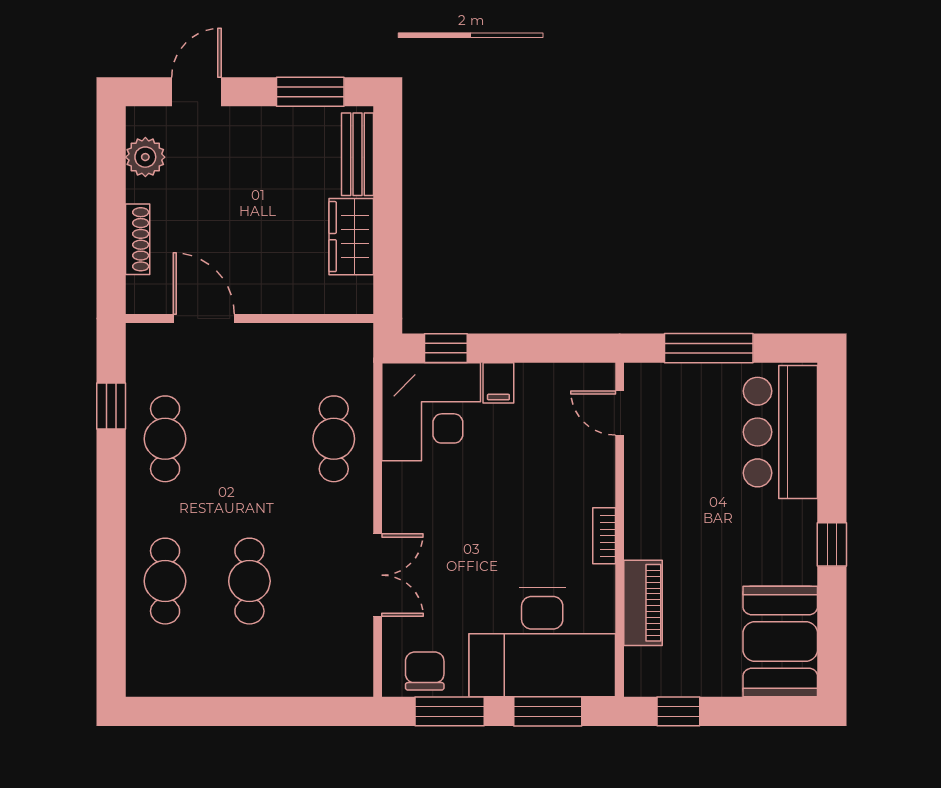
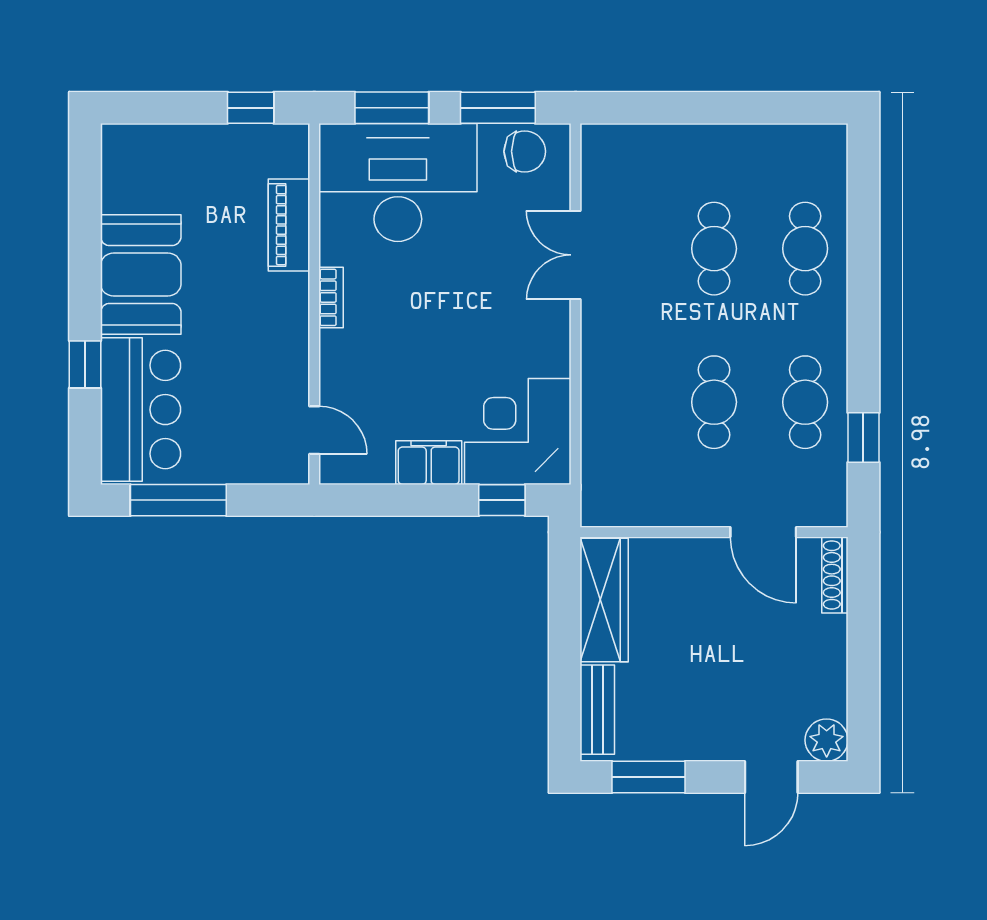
plant: (145, 157) -> (827, 740), moved
wardrobe: (351, 237) -> (604, 600), width x1.50
shoe rack: (138, 239) -> (835, 575), moved
window: (709, 348) -> (178, 500), moved
filing cabinet: (498, 383) -> (429, 463), width x2.00
cafe table: (334, 439) -> (714, 402), moved
window: (832, 544) -> (85, 364), moved
booth: (780, 641) -> (141, 275), moved
chair: (425, 671) -> (525, 151), turned -90

